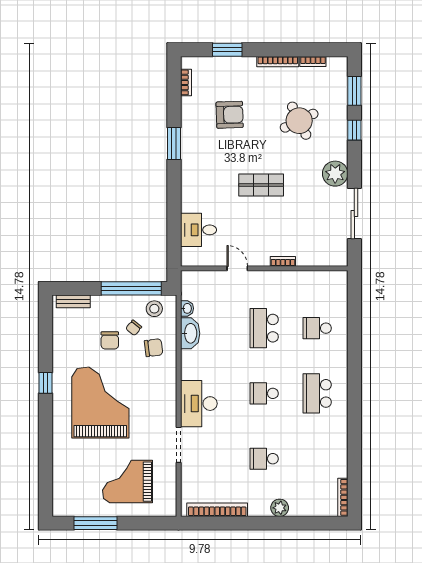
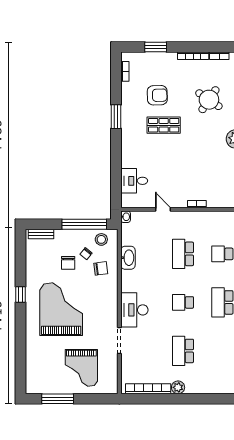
round table: (299, 121) -> (209, 100), turned -30
shop shelf: (261, 185) -> (164, 125), moved
washbasin: (187, 308) -> (126, 217), moved
school desk: (264, 459) -> (183, 351), width x1.85
grand piano: (127, 482) -> (81, 368), turned -90
plant: (280, 508) -> (178, 387), moved

